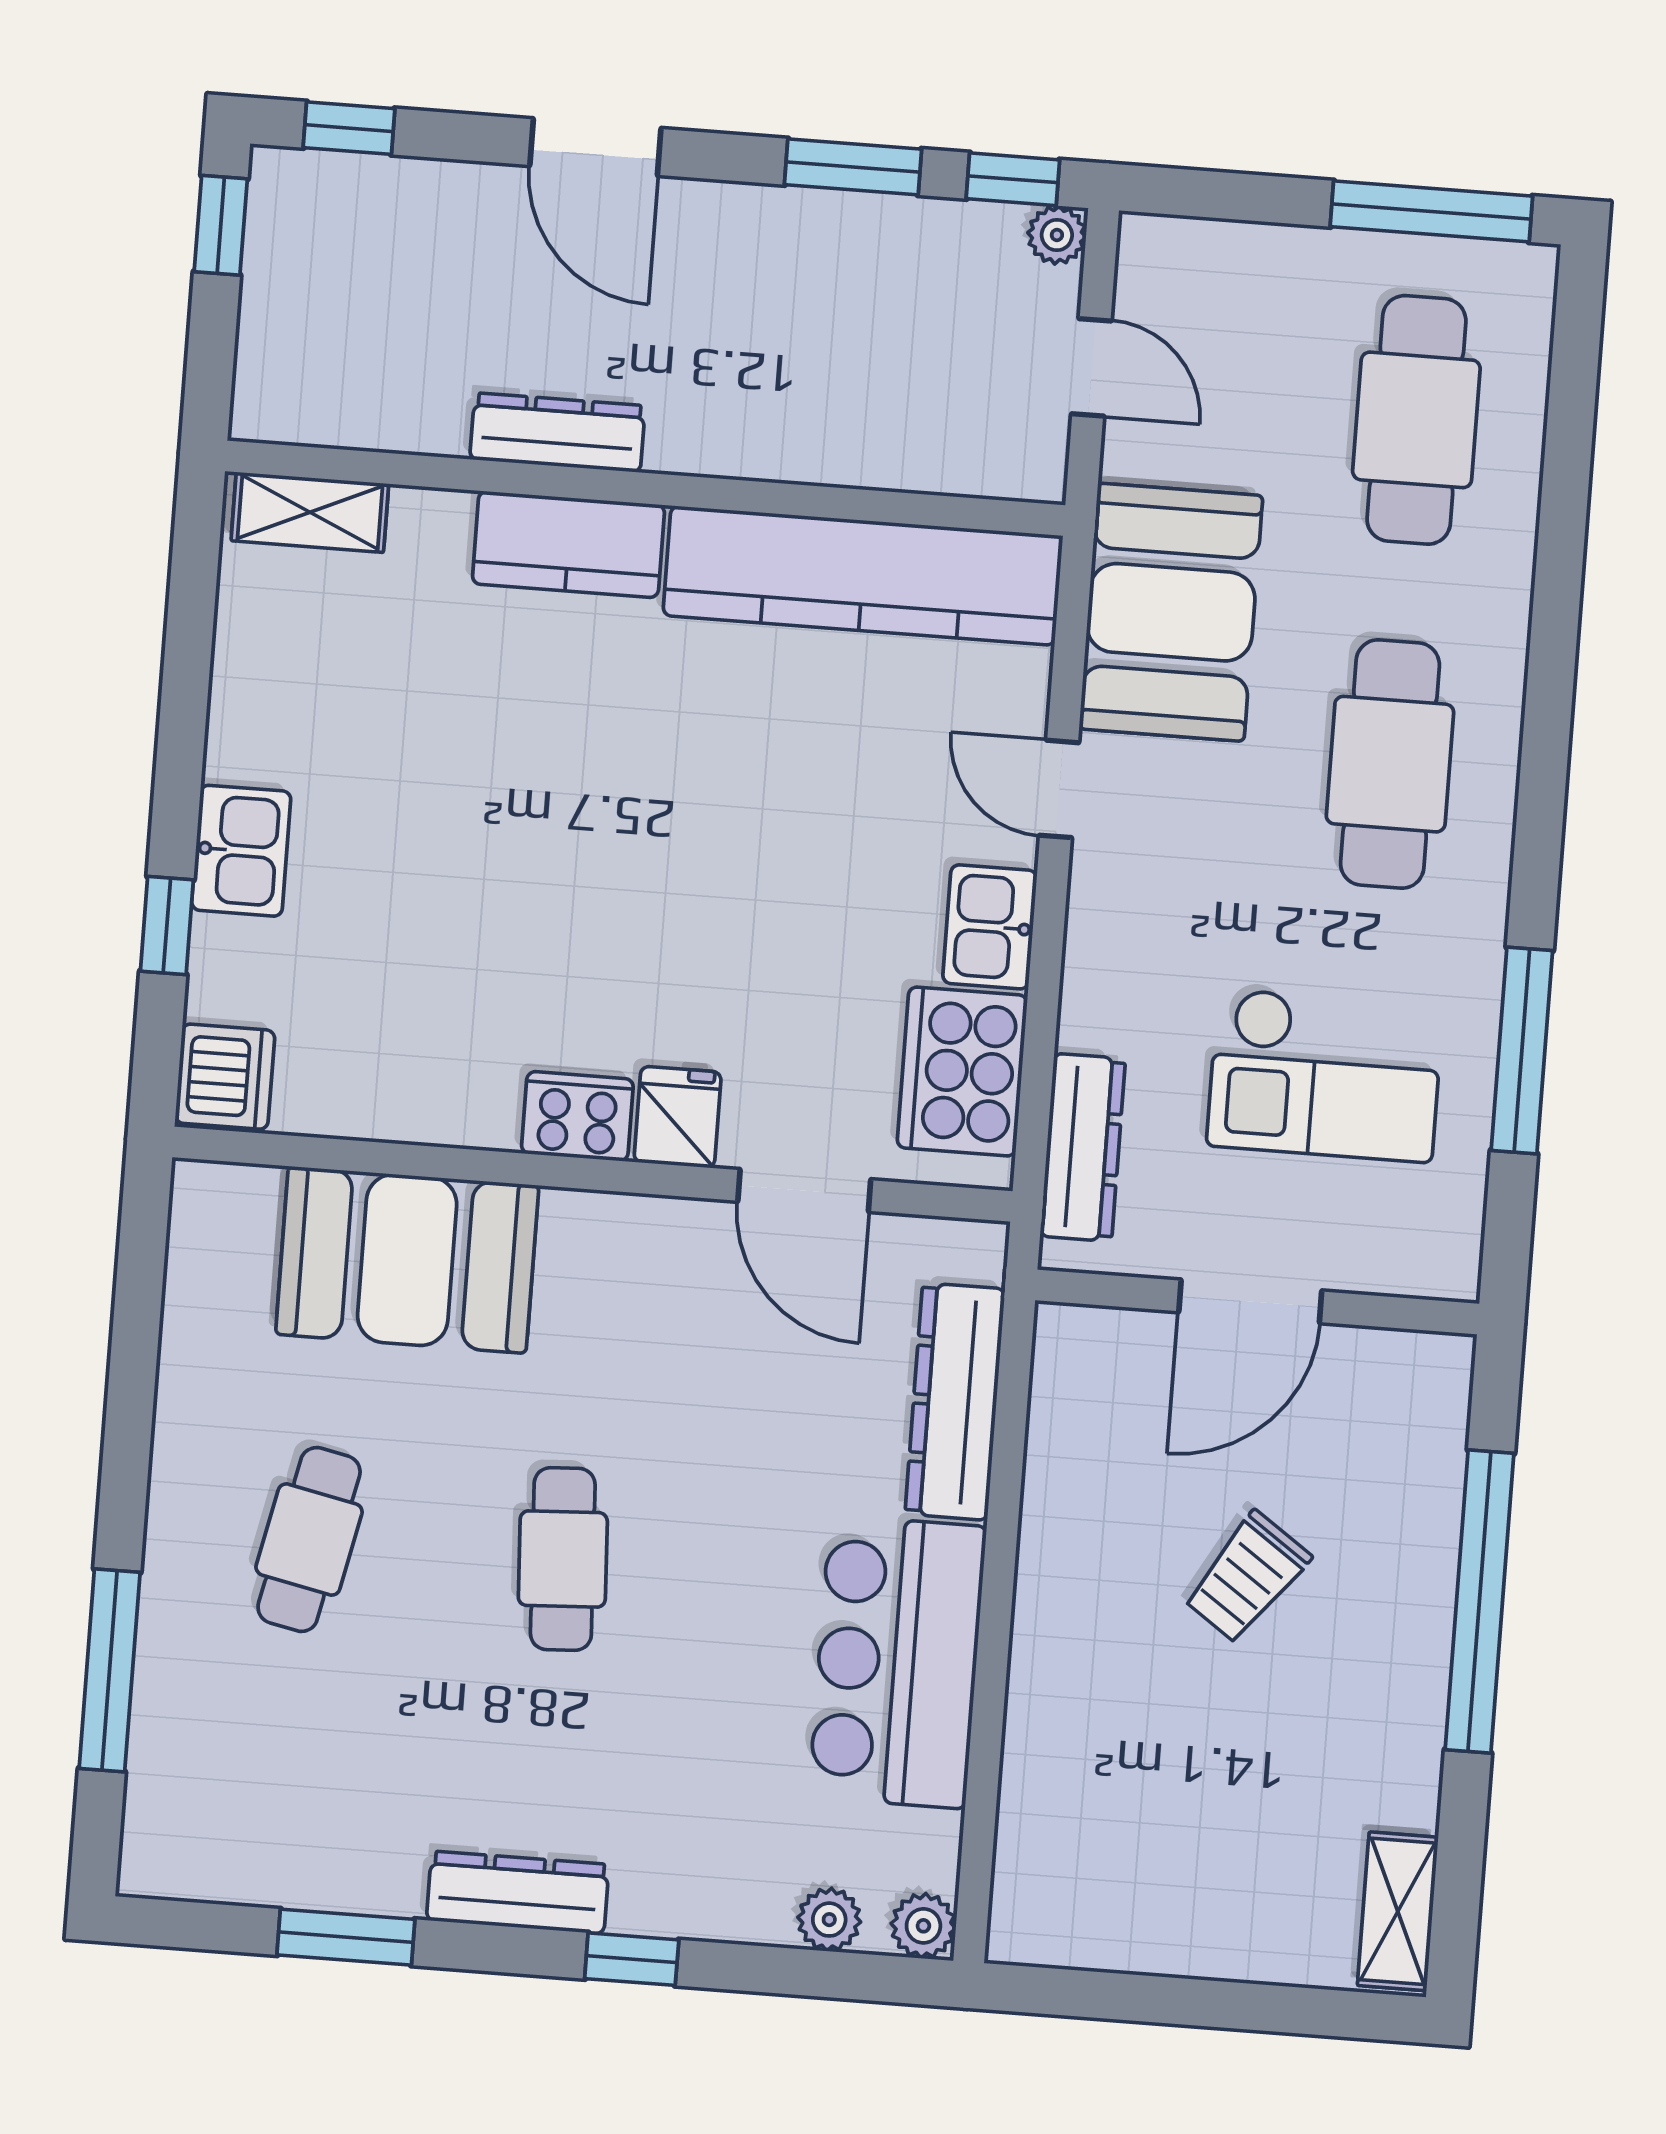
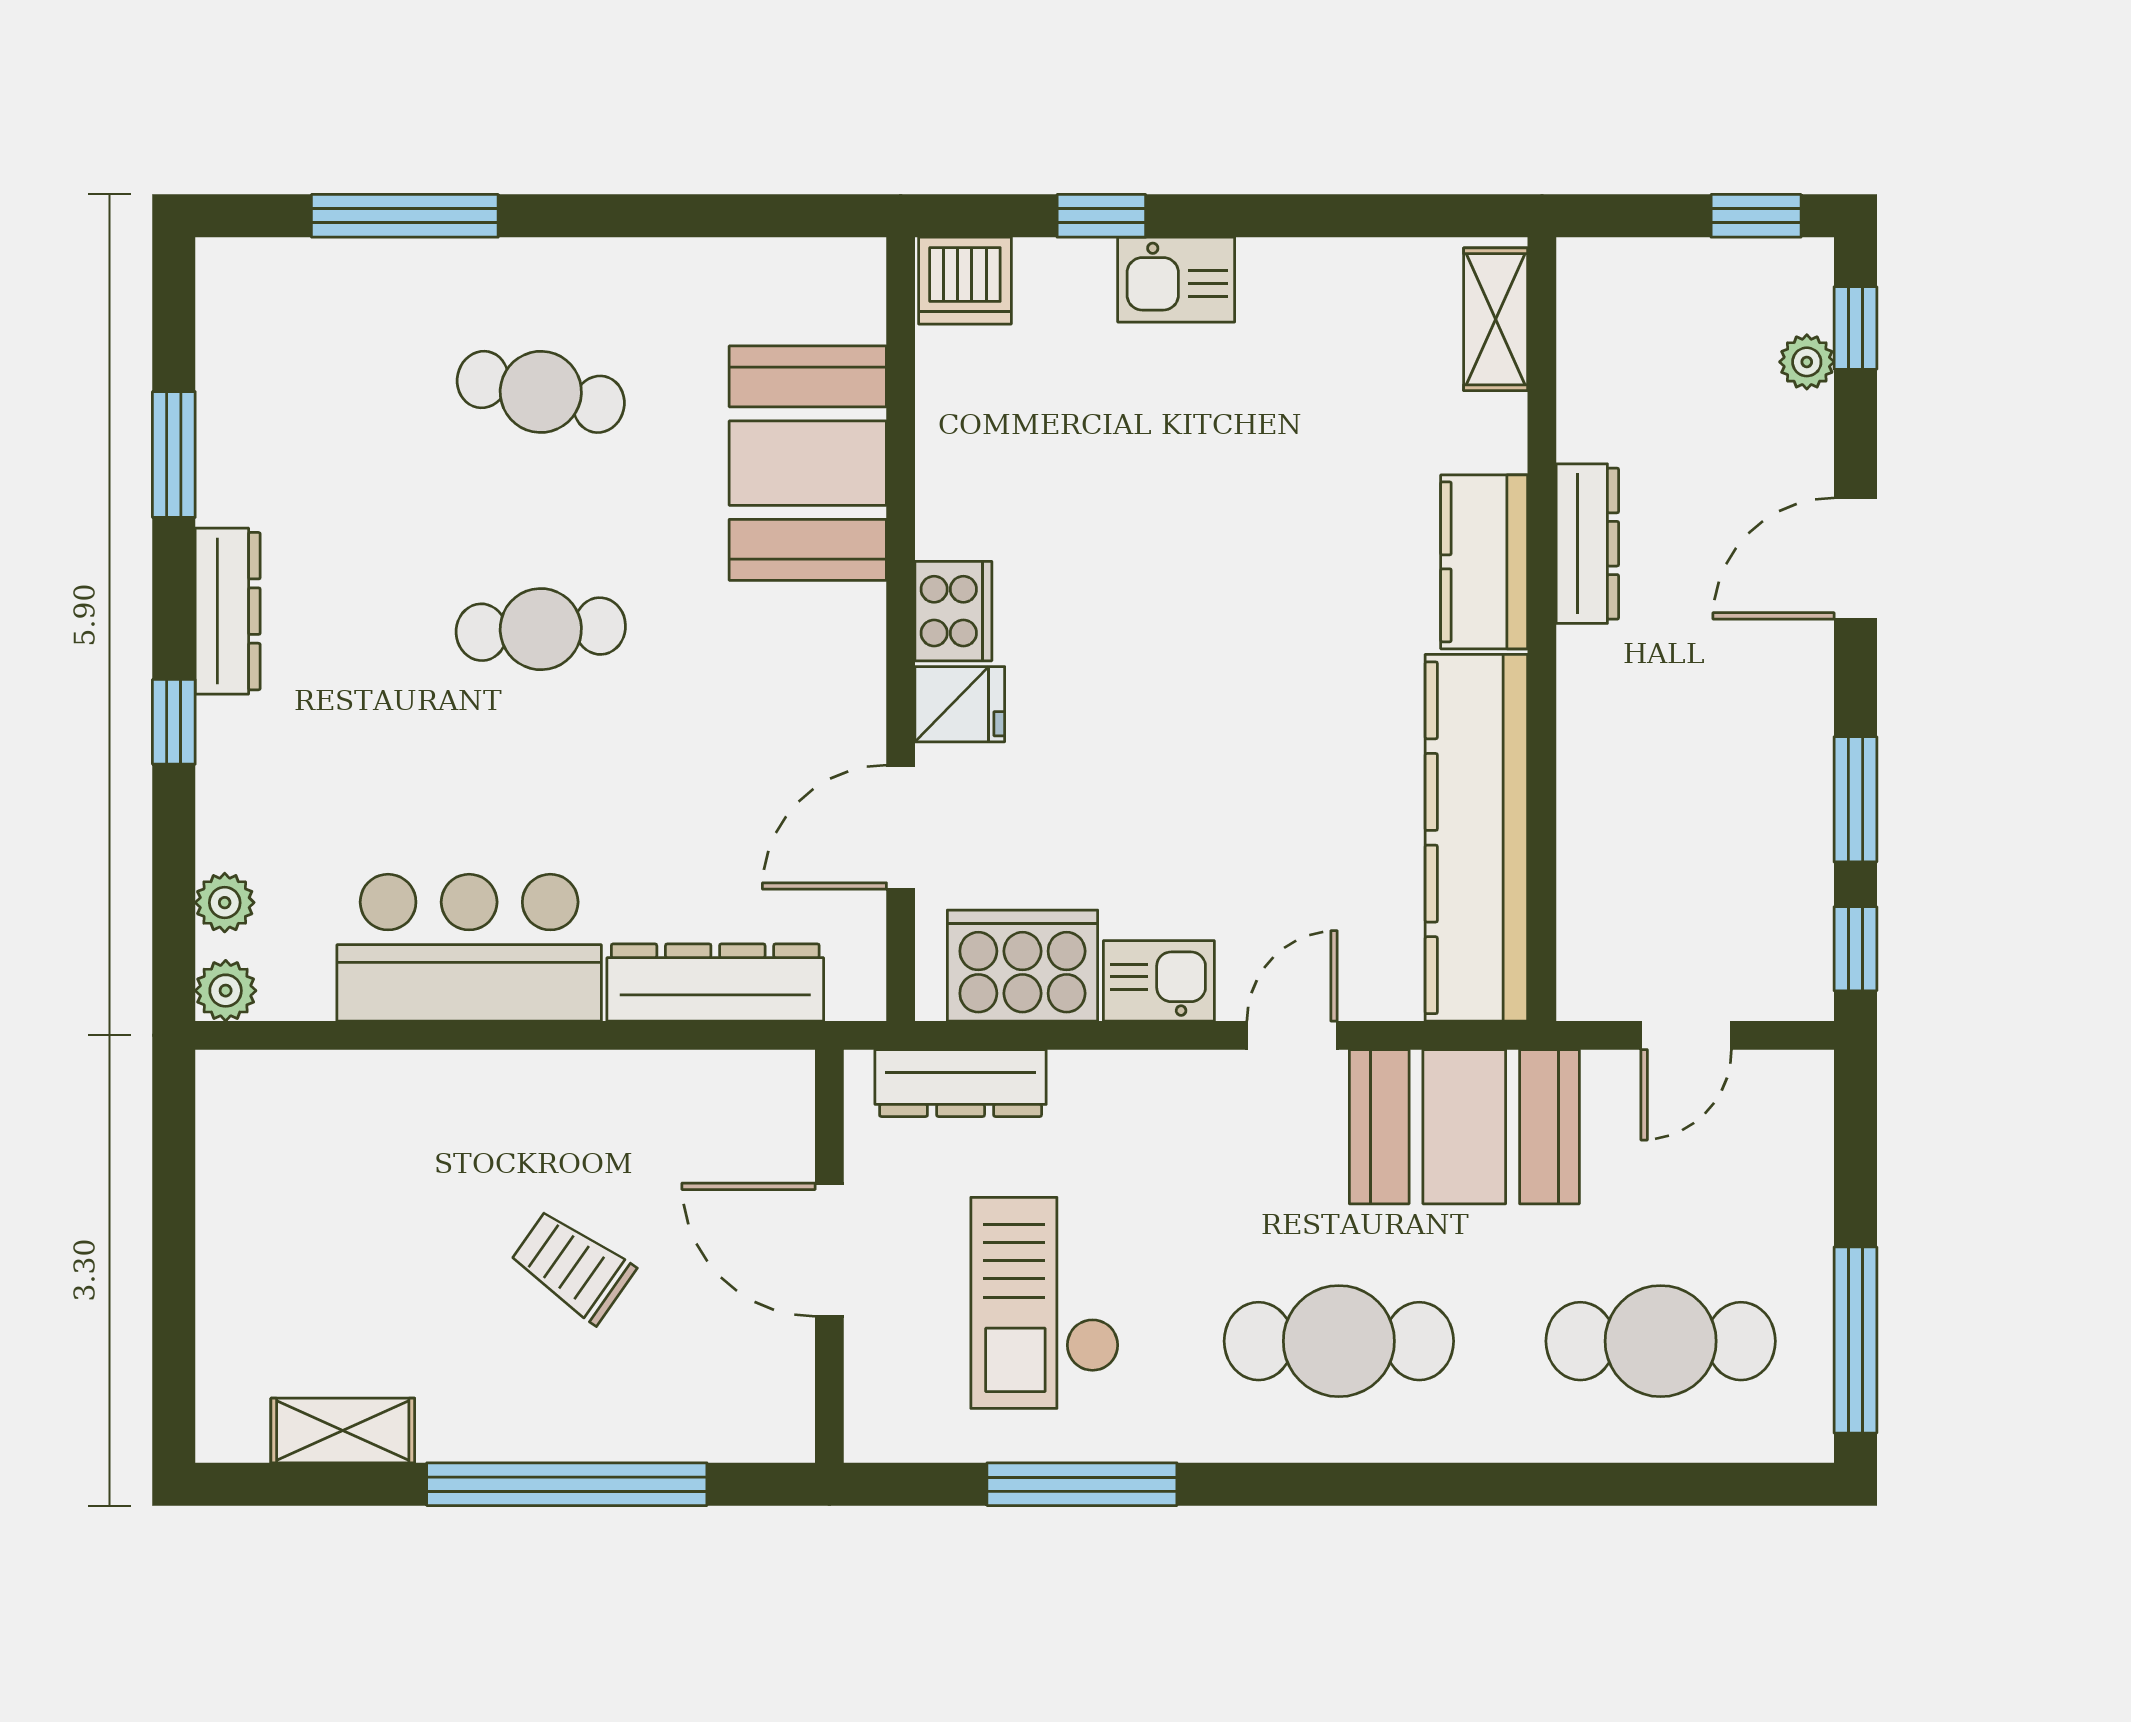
plant: (1057, 235) -> (1807, 362), moved
shelving: (1398, 1911) -> (343, 1430), moved

